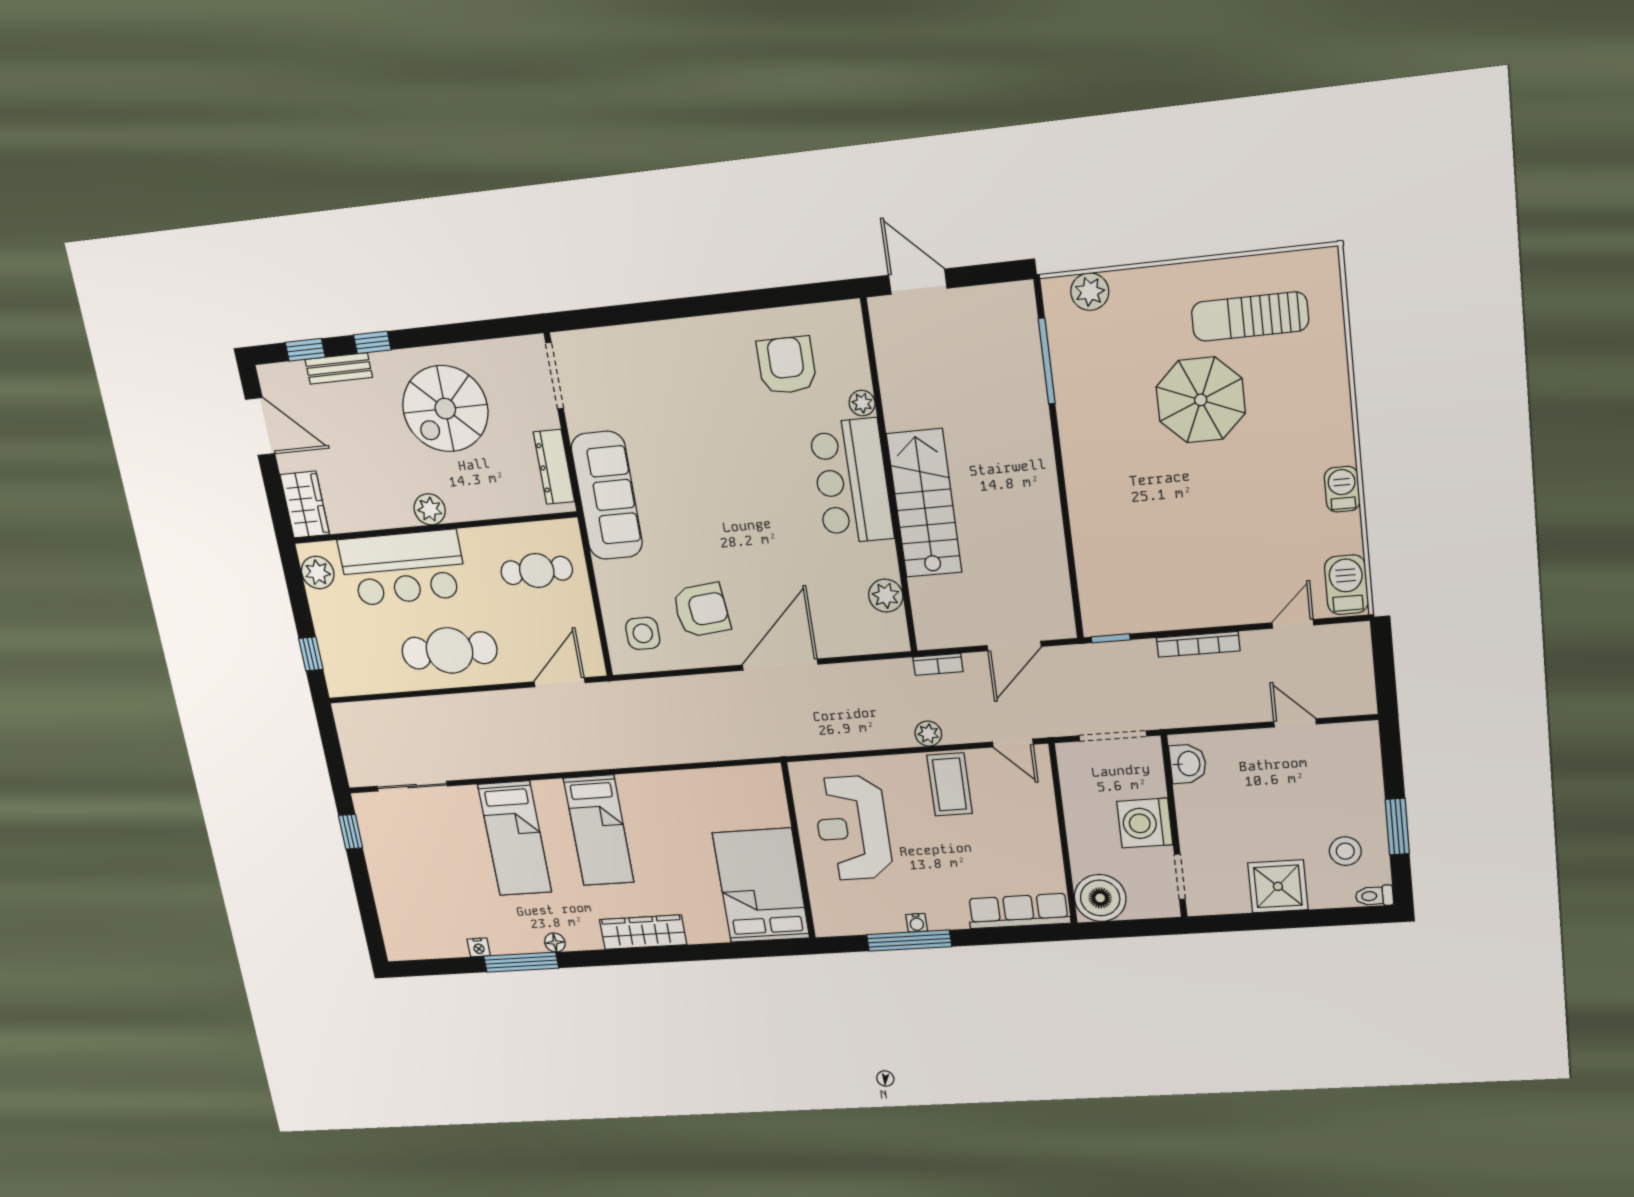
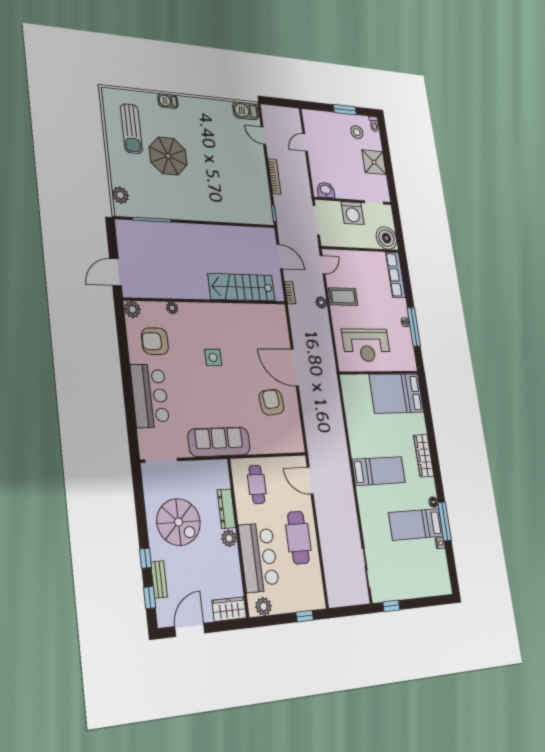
dresser: (554, 467) -> (226, 509), moved, turned 90
bar counter: (852, 481) -> (150, 396), moved, turned -90
barbecue: (1342, 489) -> (168, 101), moved
stairs: (924, 503) -> (242, 287), moved
plant: (886, 596) -> (132, 309), moved
side table: (643, 633) -> (213, 357), moved
bed: (515, 838) -> (416, 524), moved, turned 180

